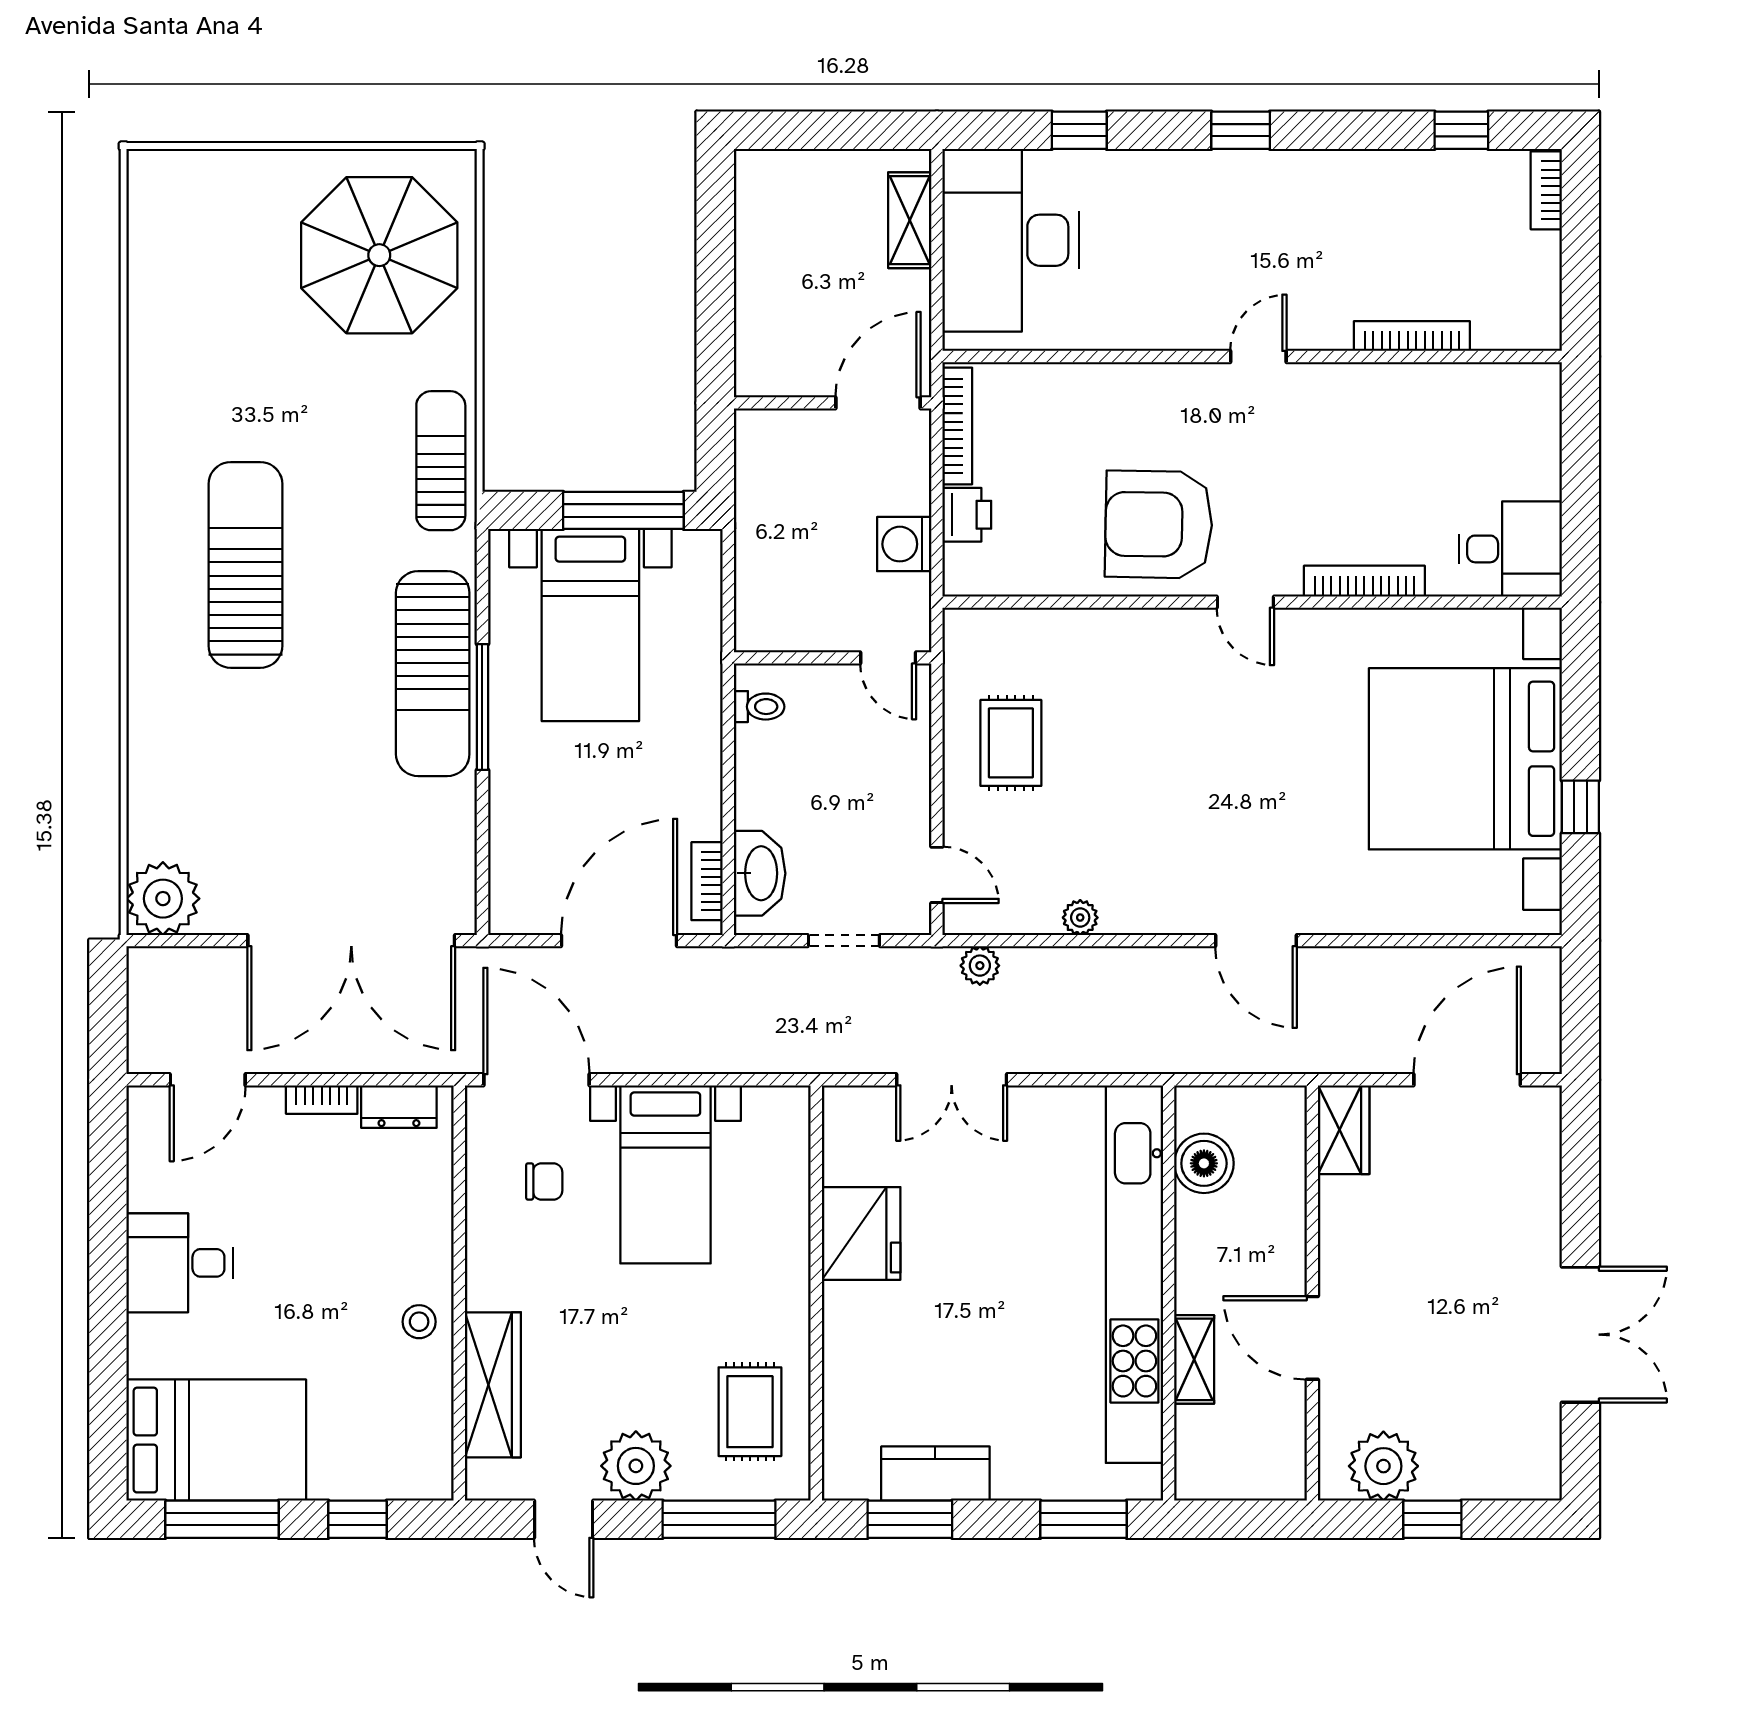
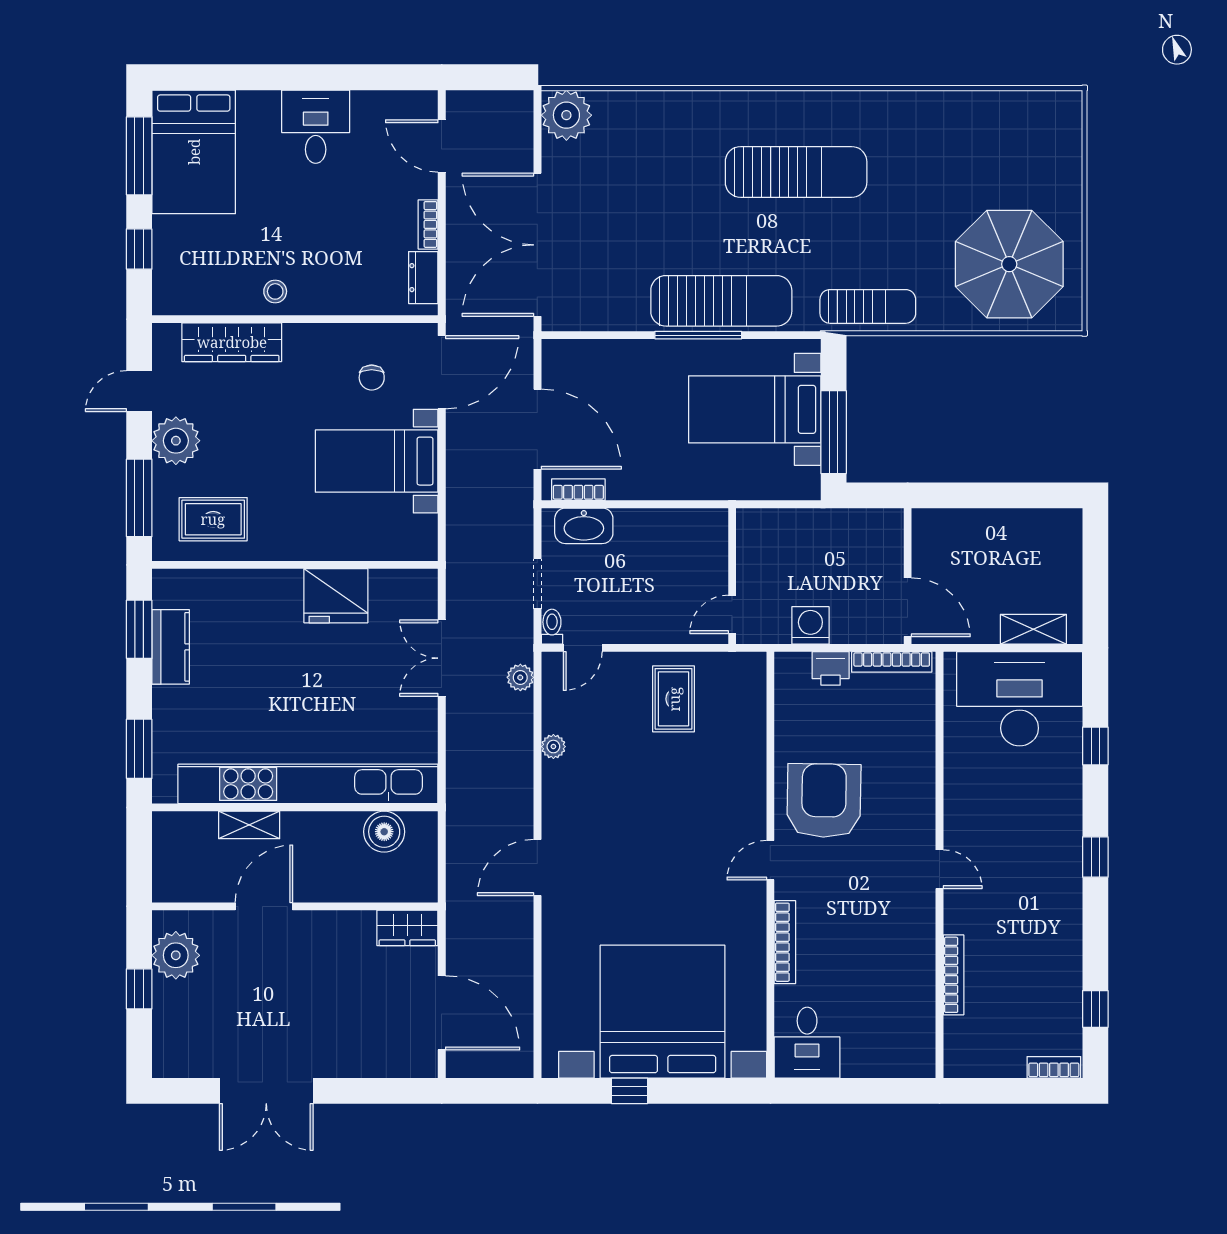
sun lounger: (433, 674) -> (721, 301), turned 180
toilet: (759, 707) -> (552, 627), moved, turned 180
rug: (1011, 743) -> (674, 699), turned 90

